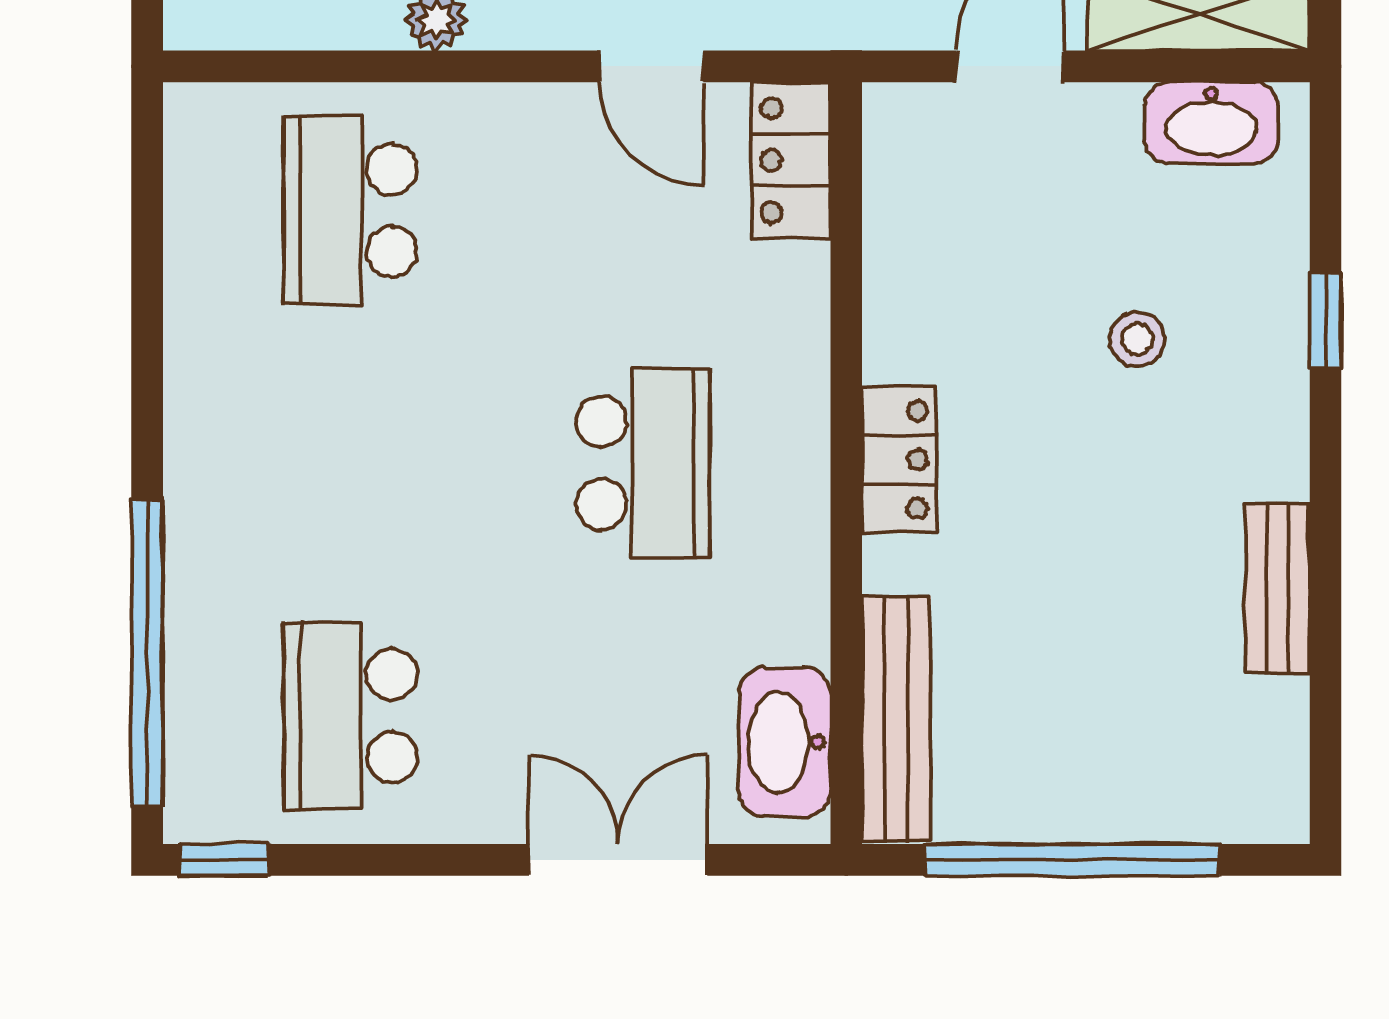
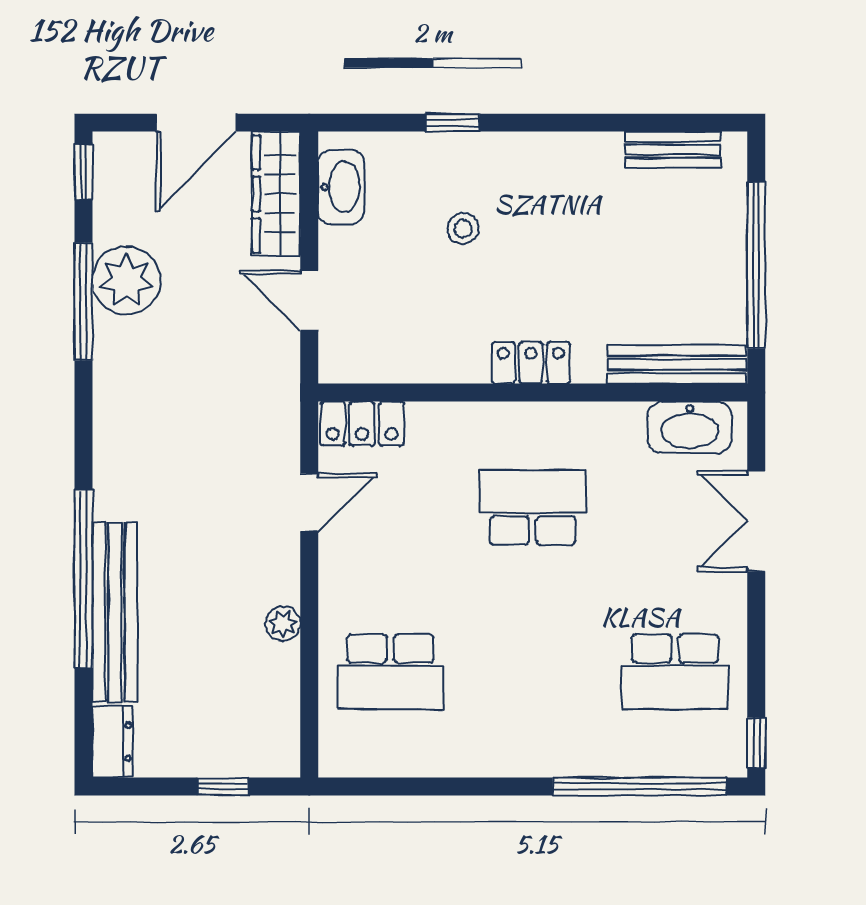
bench: (1277, 589) -> (673, 150), moved

